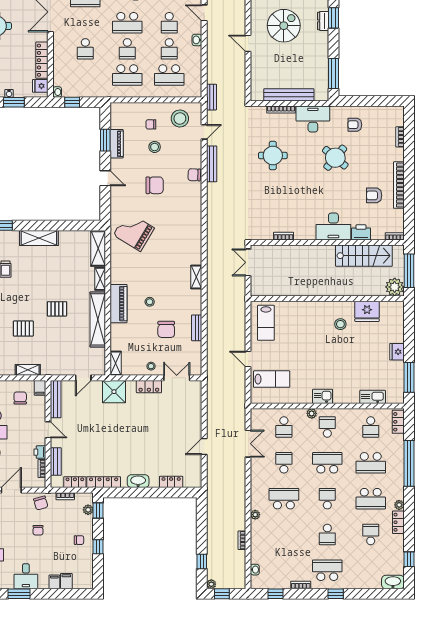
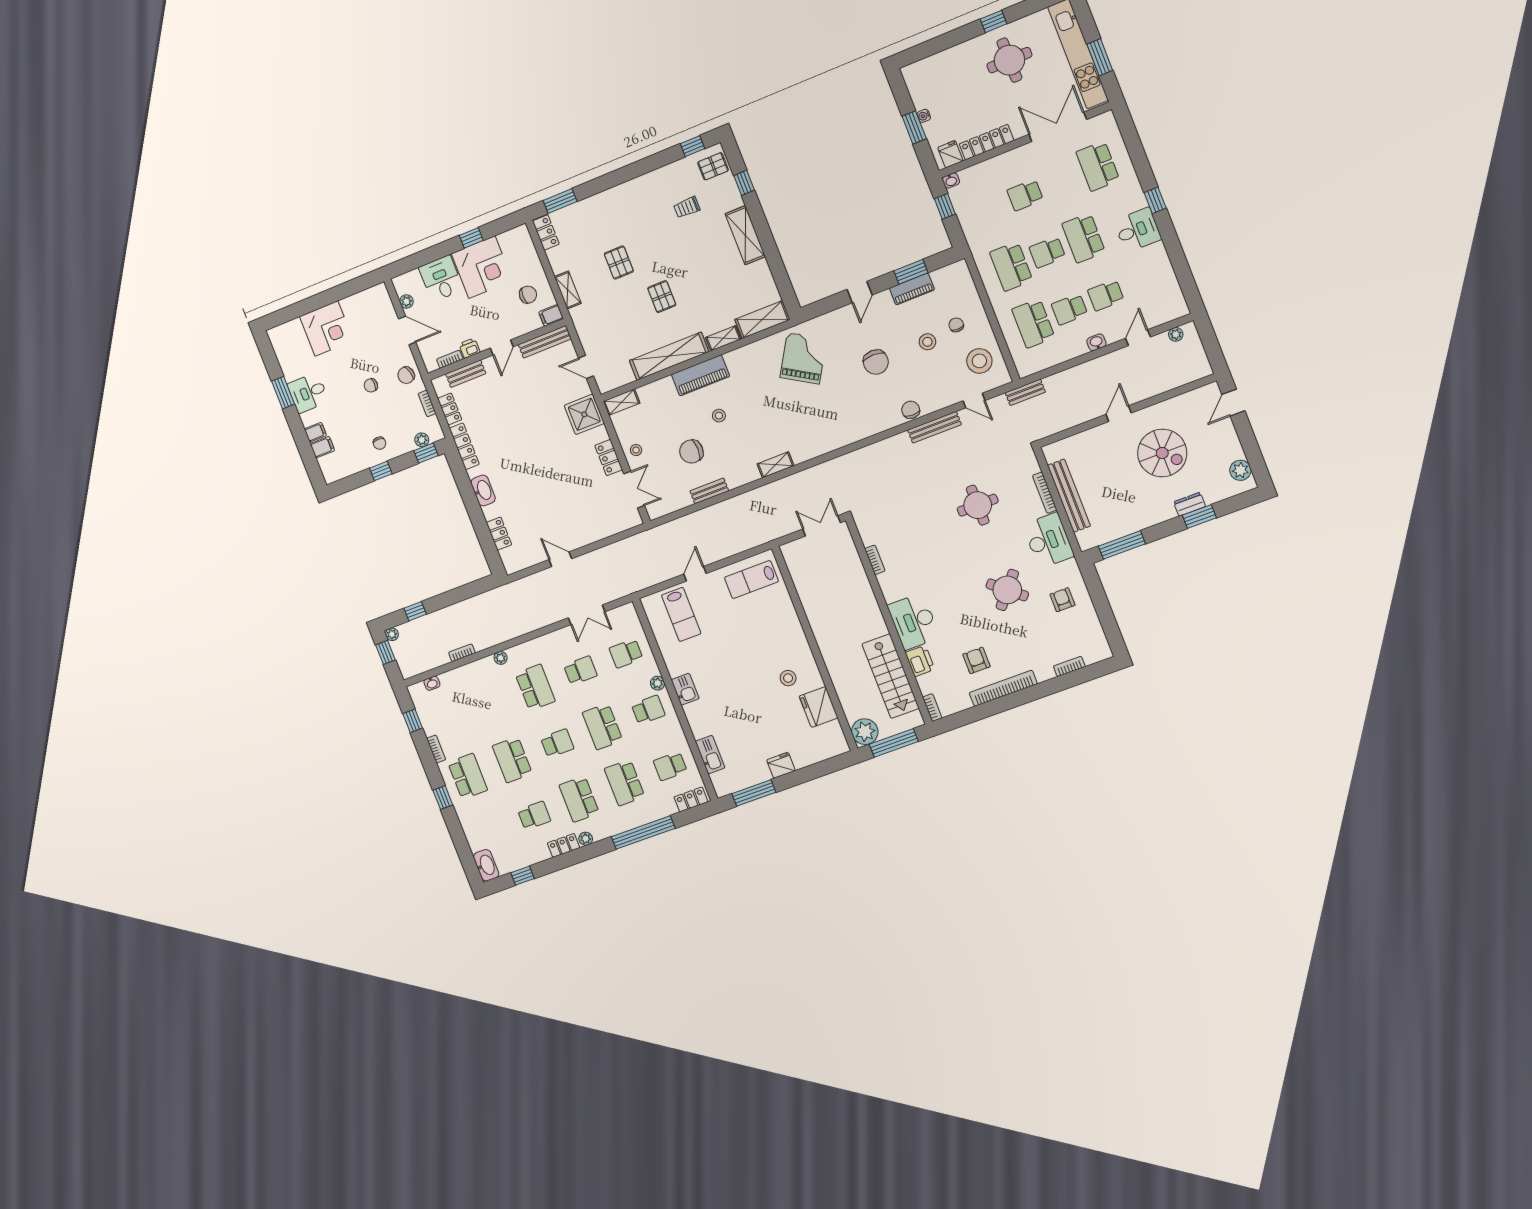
school desk: (327, 463) -> (602, 727), turned 180
school desk: (327, 534) -> (512, 760), width x1.85

